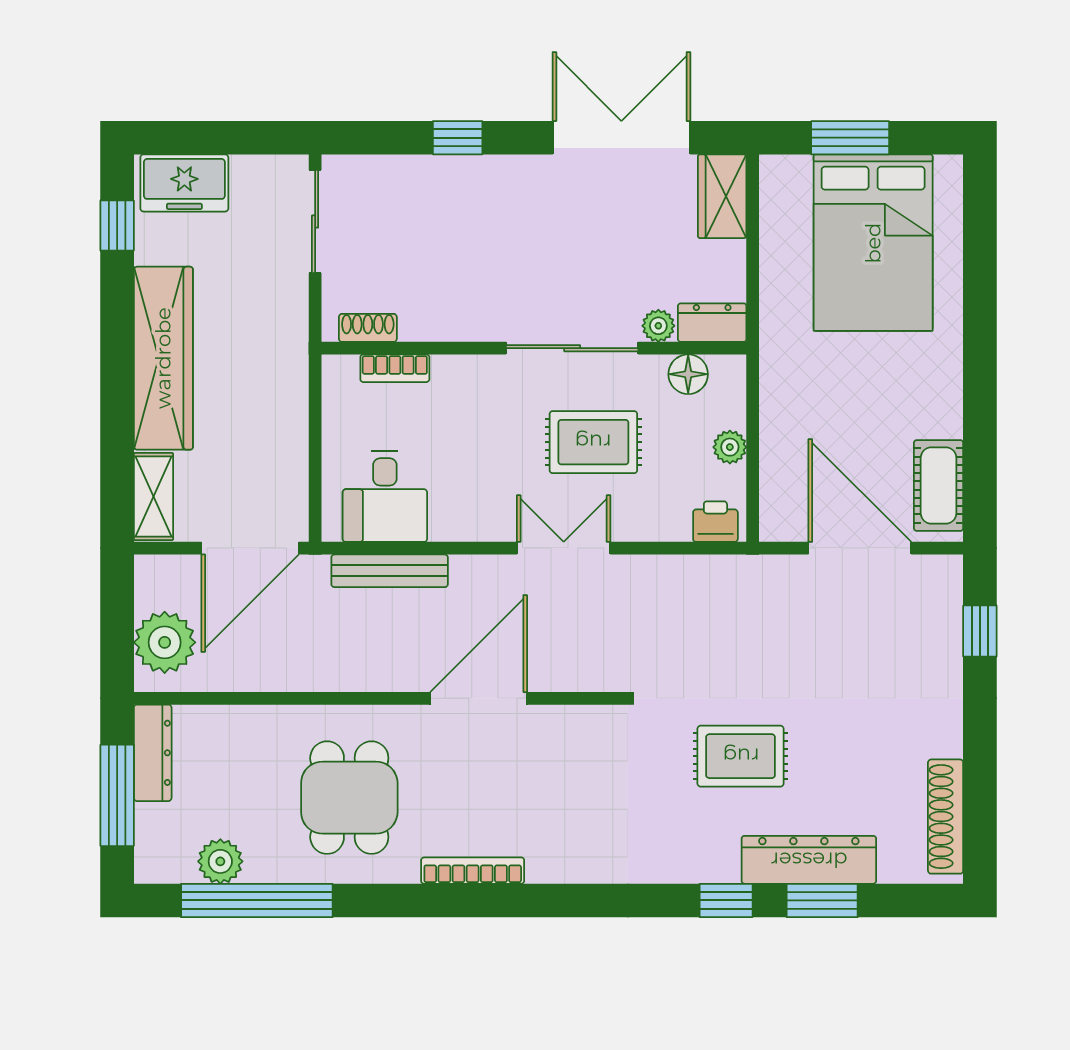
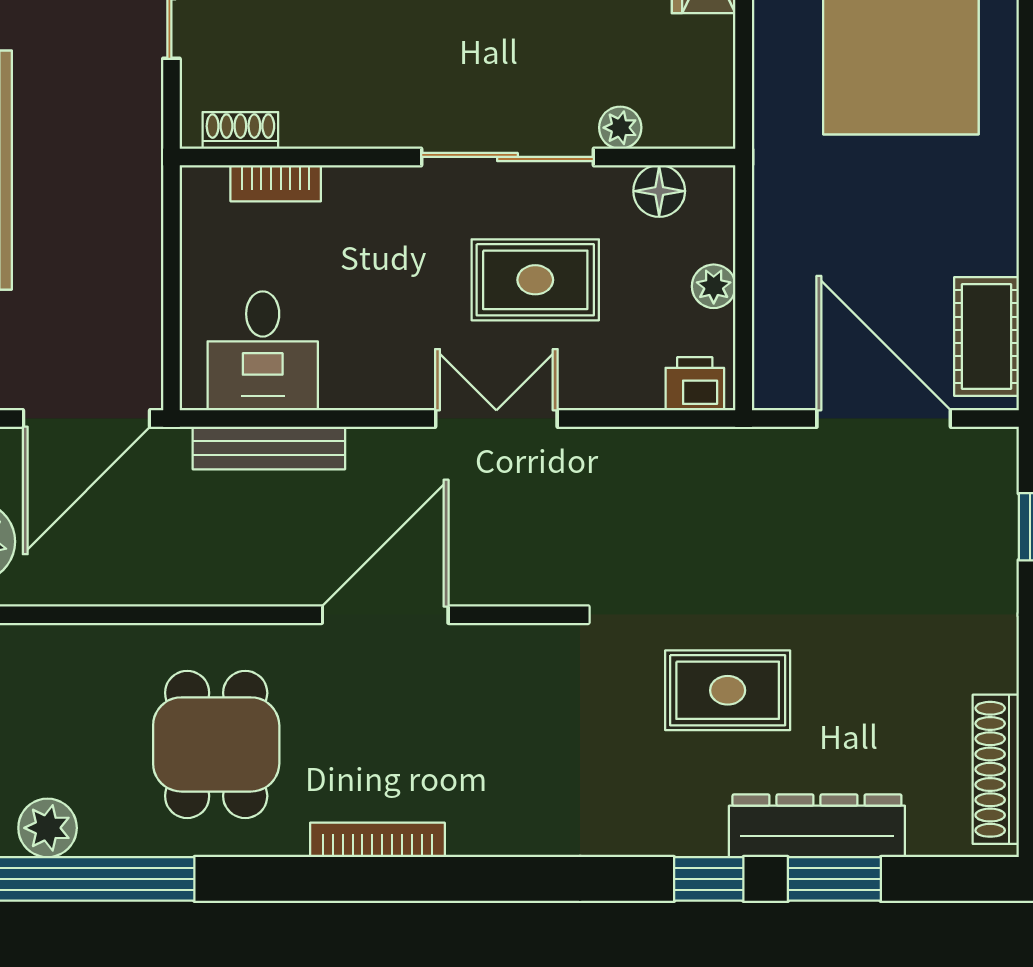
dresser: (712, 323) -> (691, 124), removed

